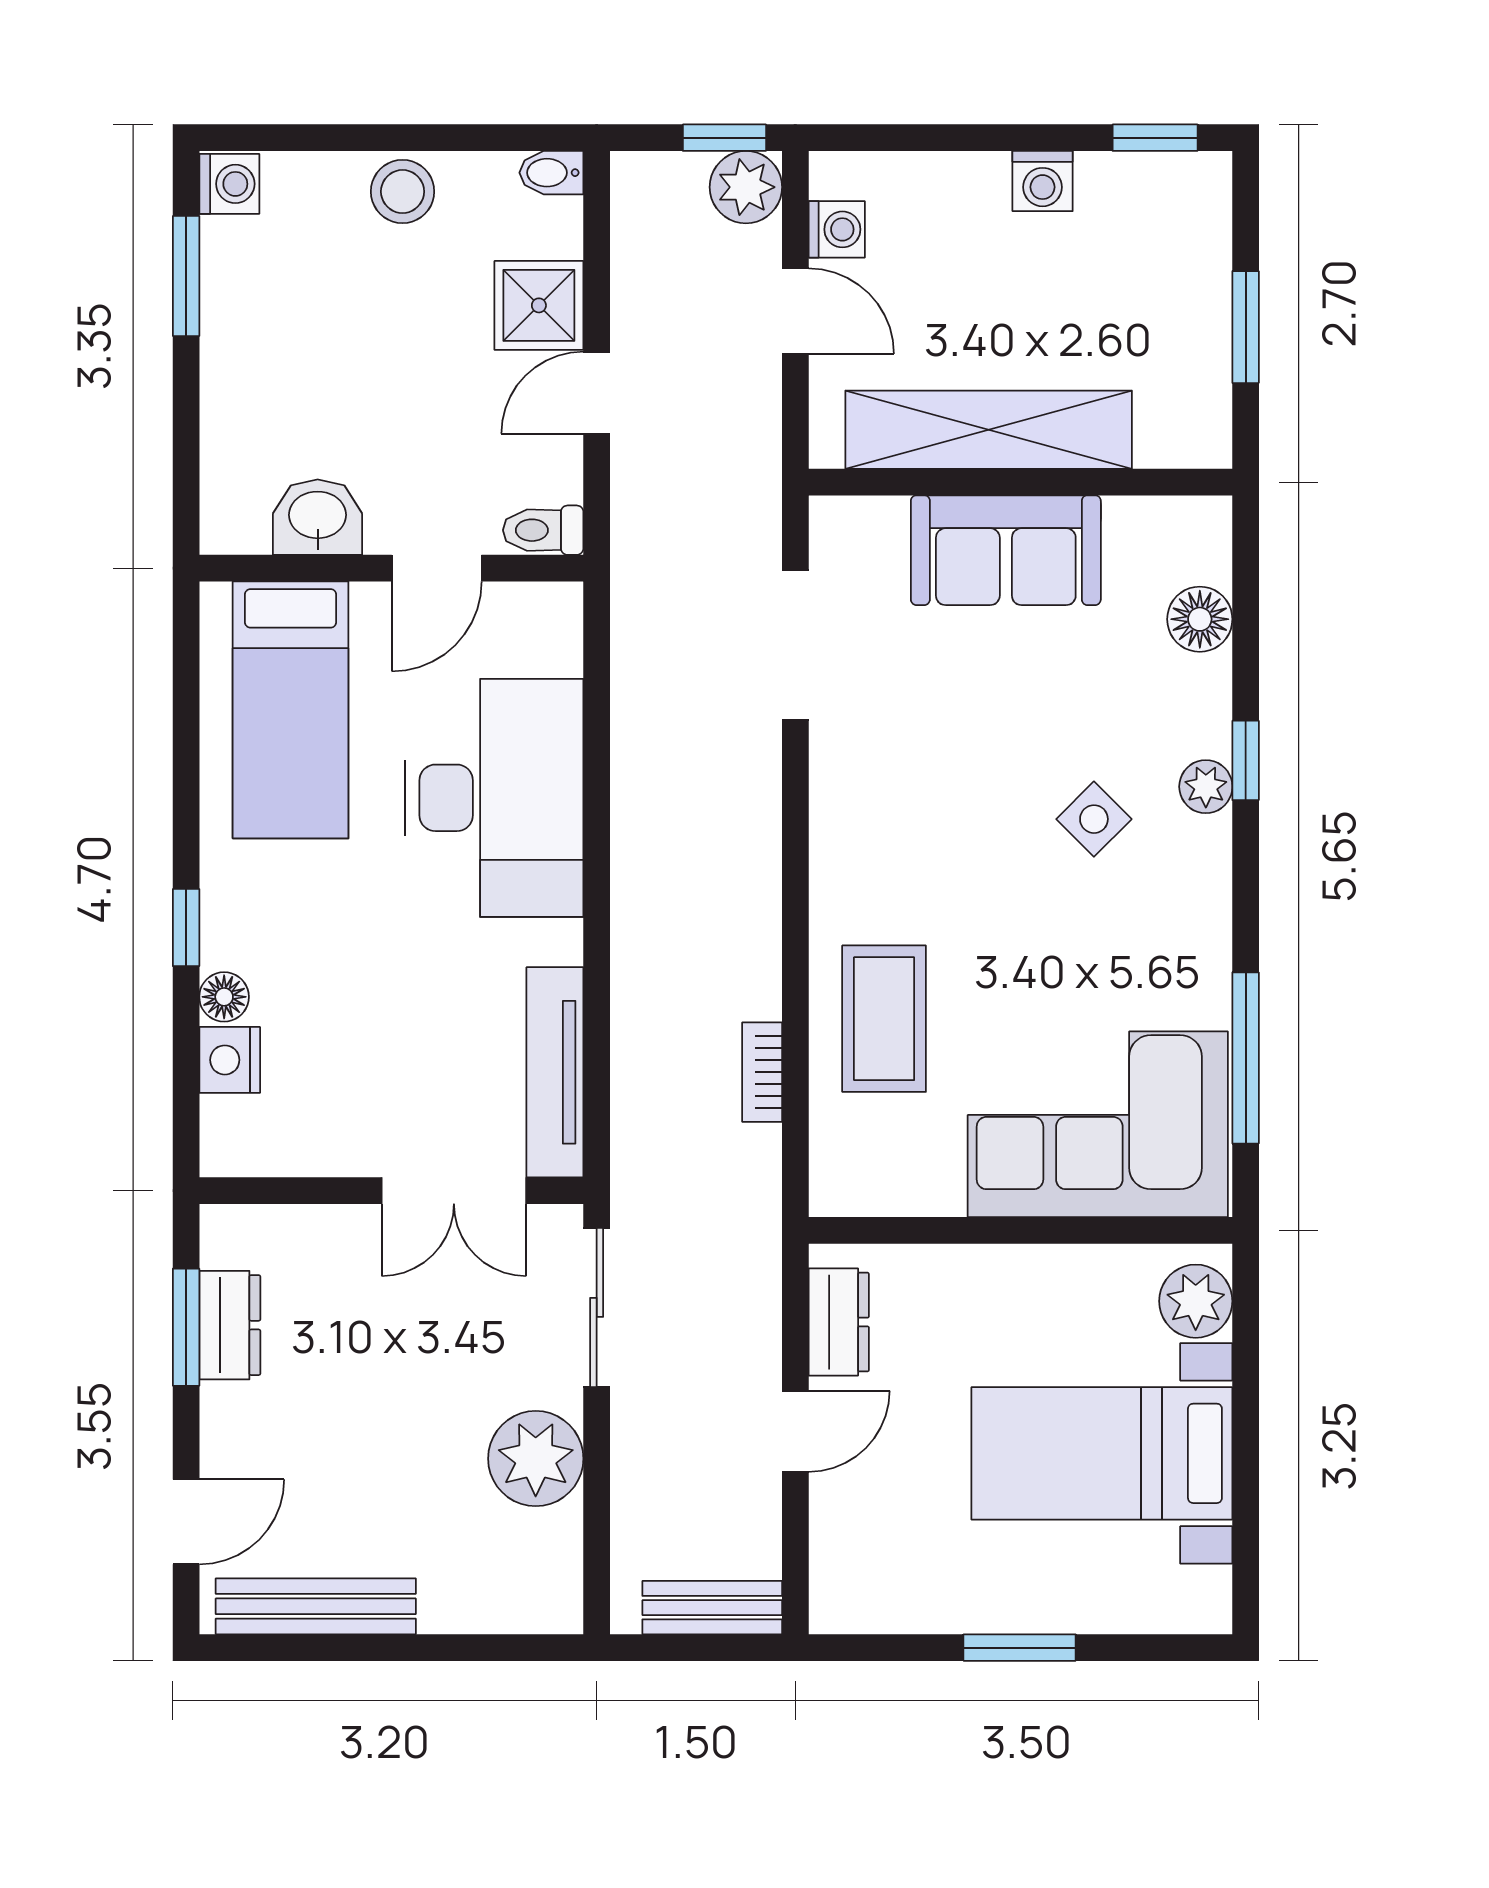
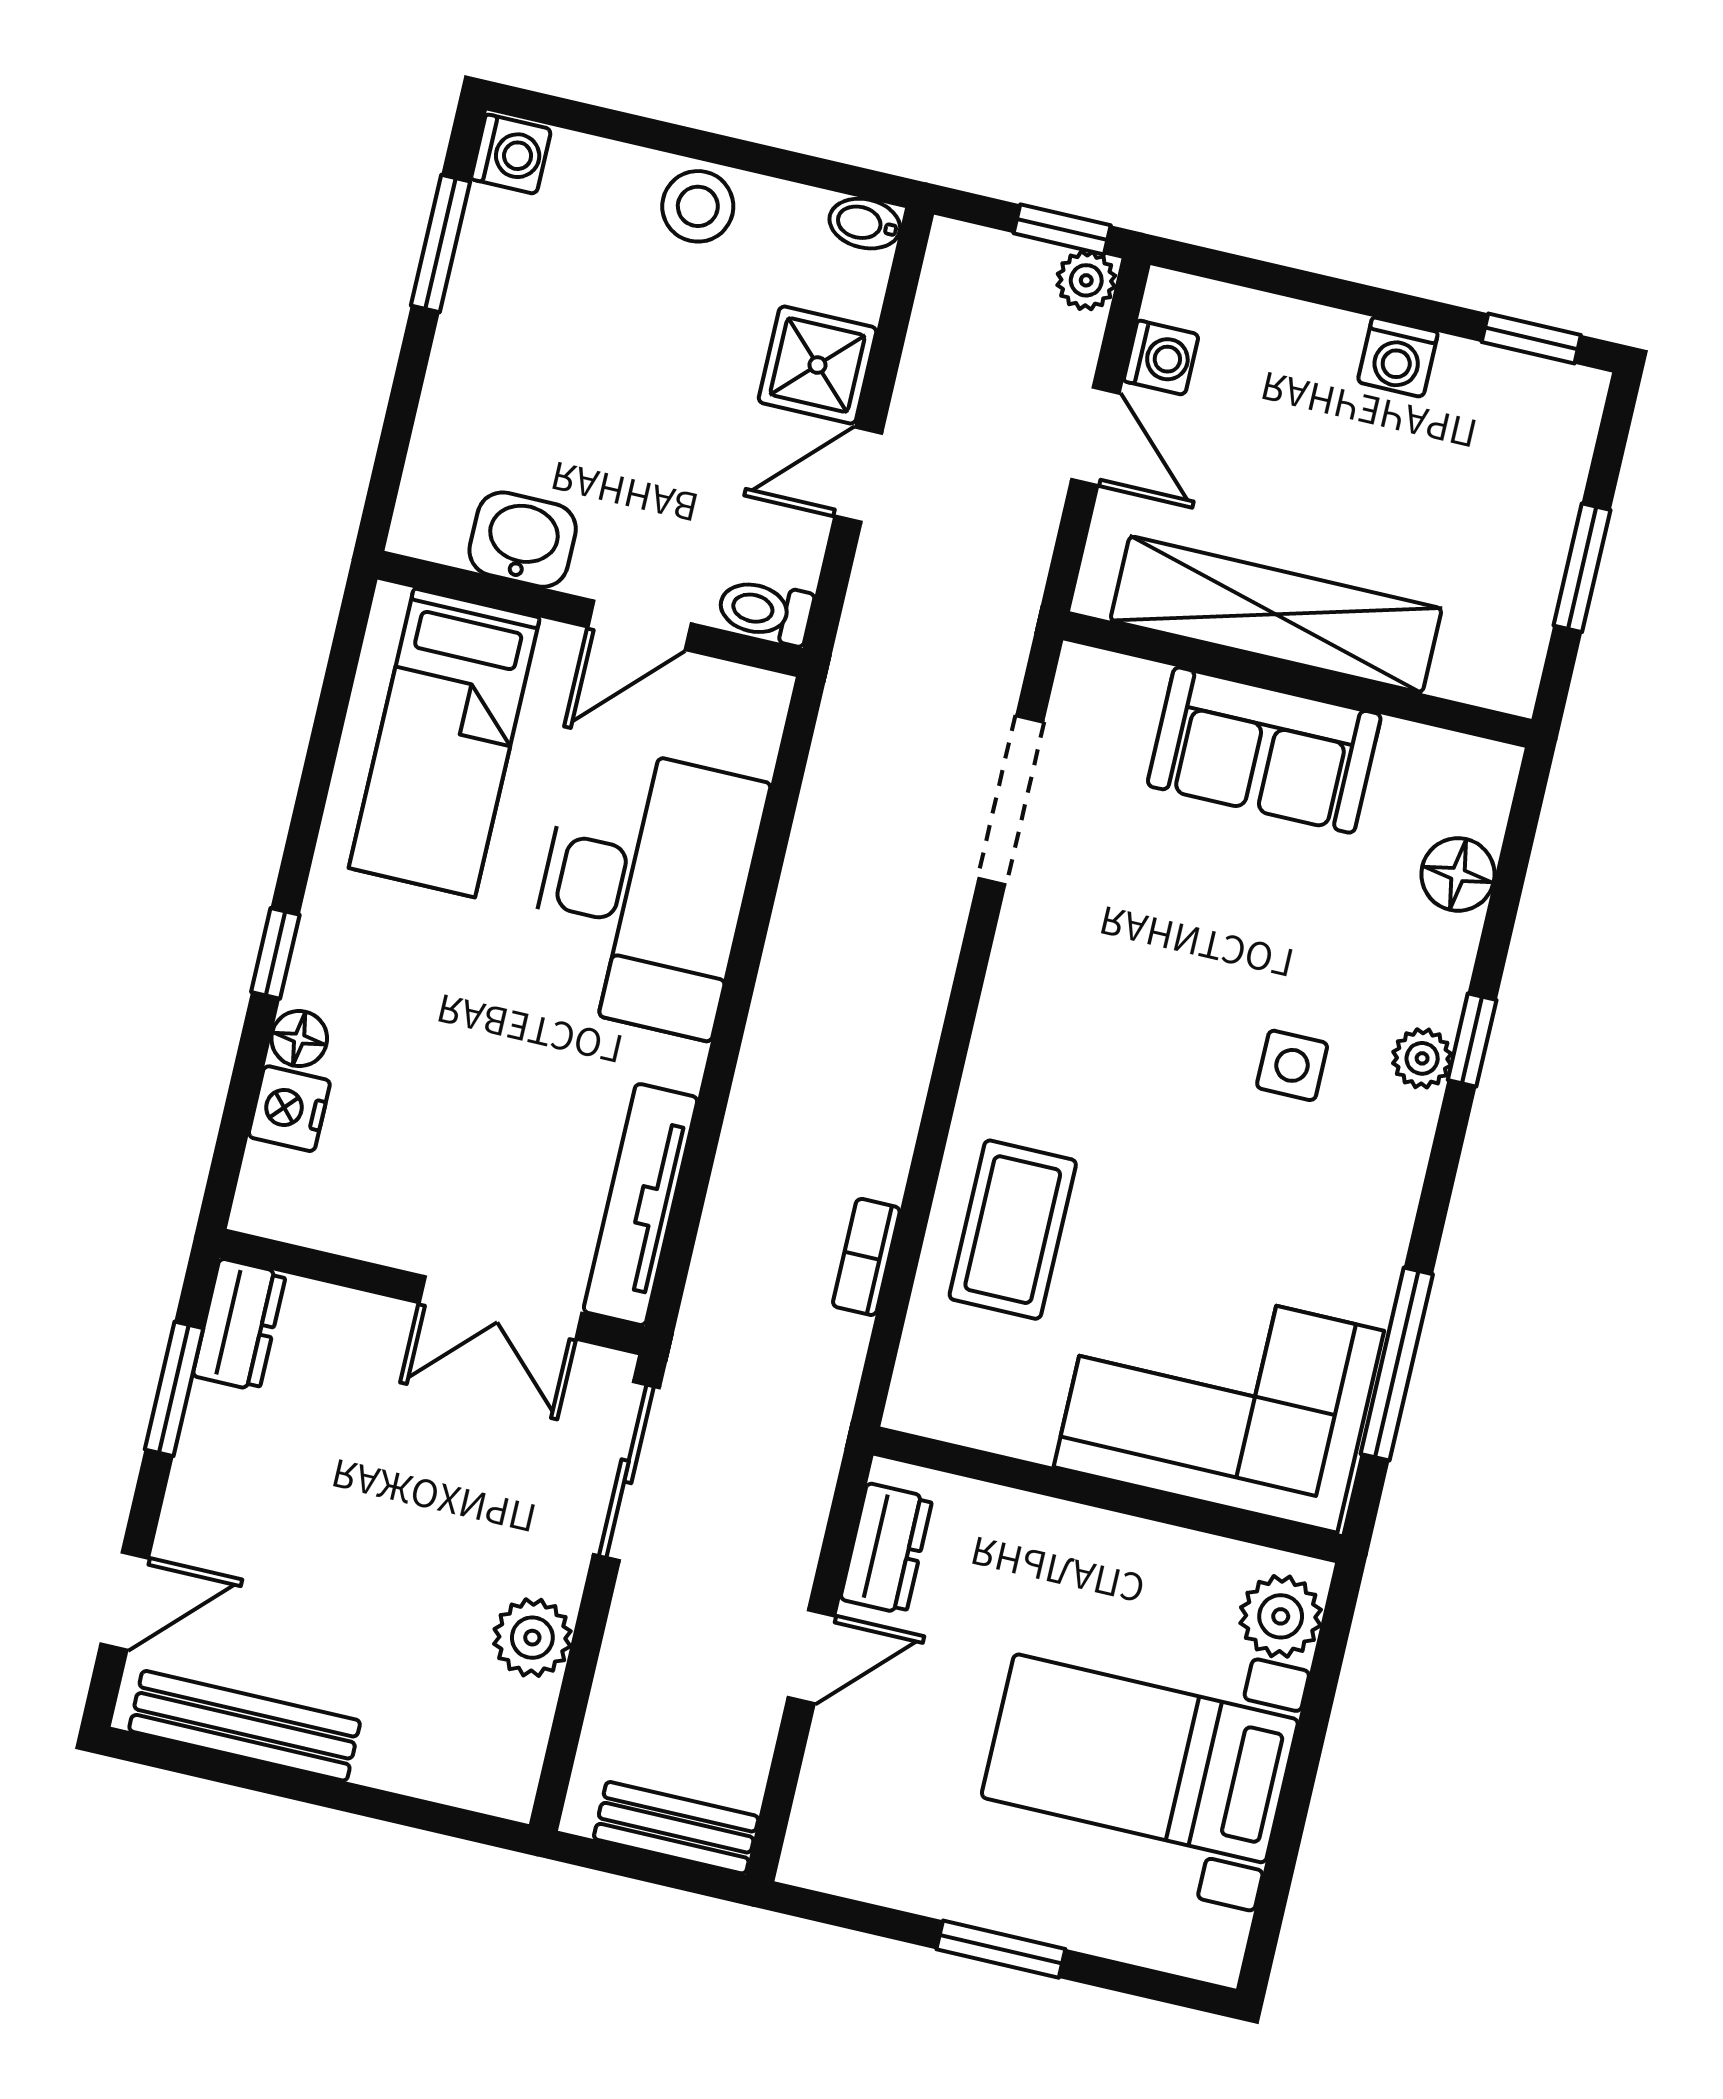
plant: (746, 187) -> (1086, 280), width x0.73, depth x0.73
side table: (1094, 819) -> (1292, 1065), turned 45
dresser: (230, 1325) -> (239, 1325), moved
plant: (536, 1459) -> (532, 1638), width x0.73, depth x0.73

